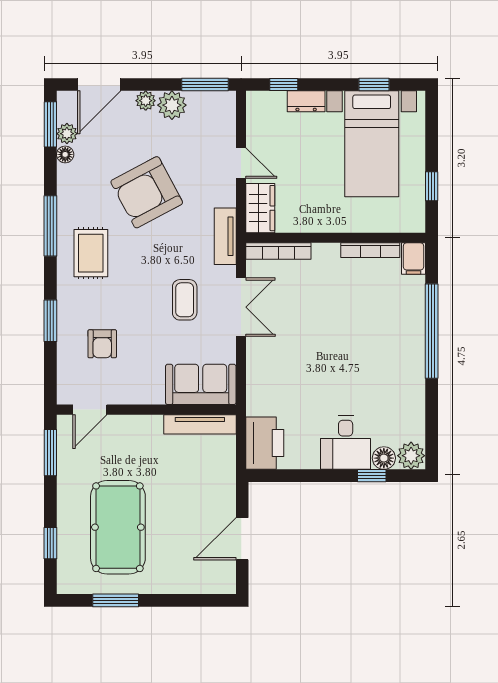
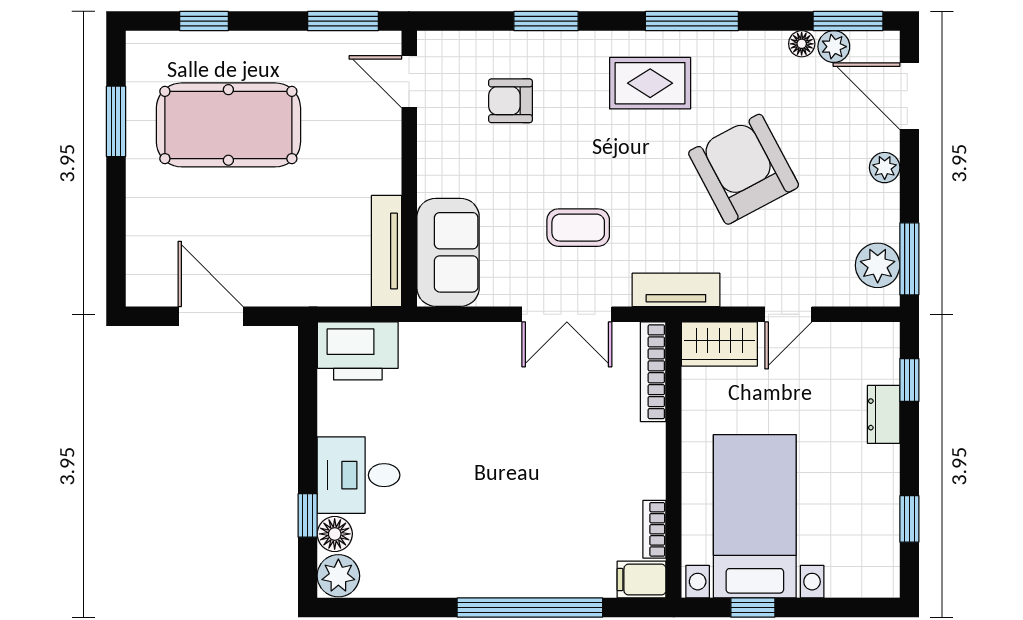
plant: (172, 105) -> (878, 265), moved
bed with nightstands: (372, 144) -> (755, 516), moved, turned 90
bookcase: (370, 250) -> (654, 529), width x0.64

